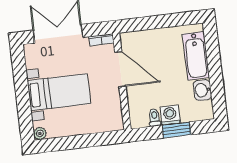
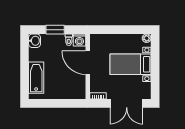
door: (120, 69) -> (88, 63), moved
washbasin: (202, 90) -> (35, 41), moved
washing machine: (170, 115) -> (79, 40), moved

